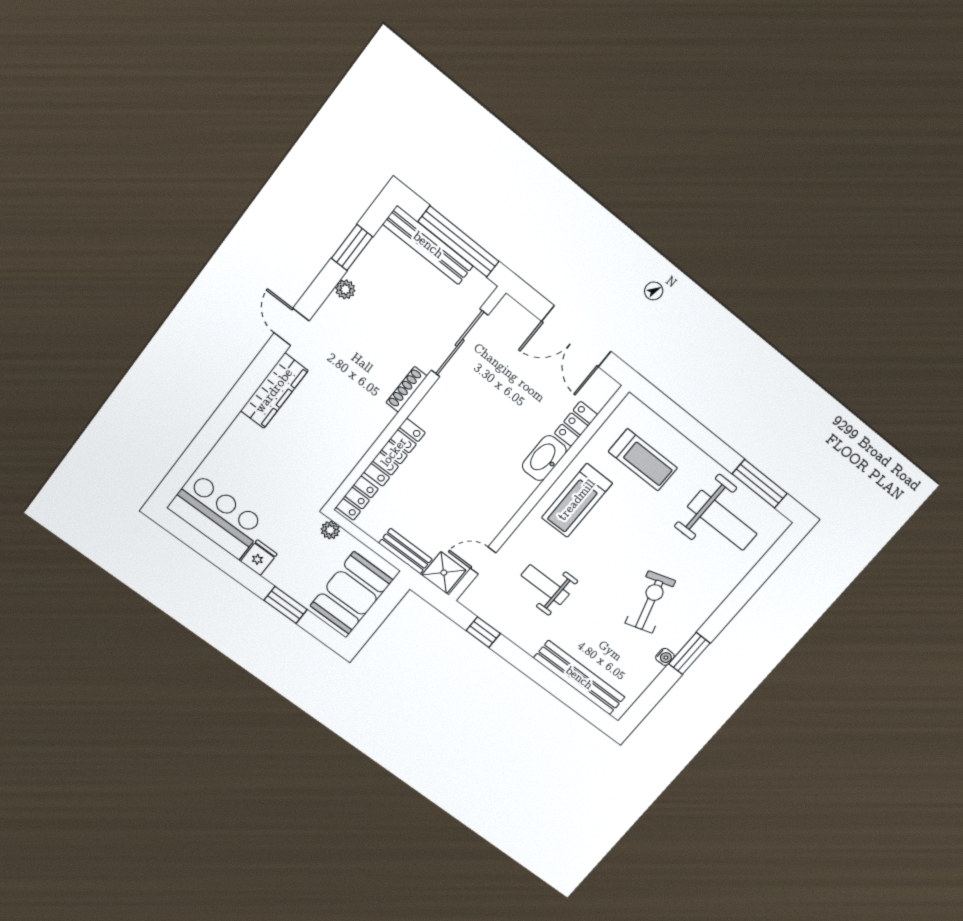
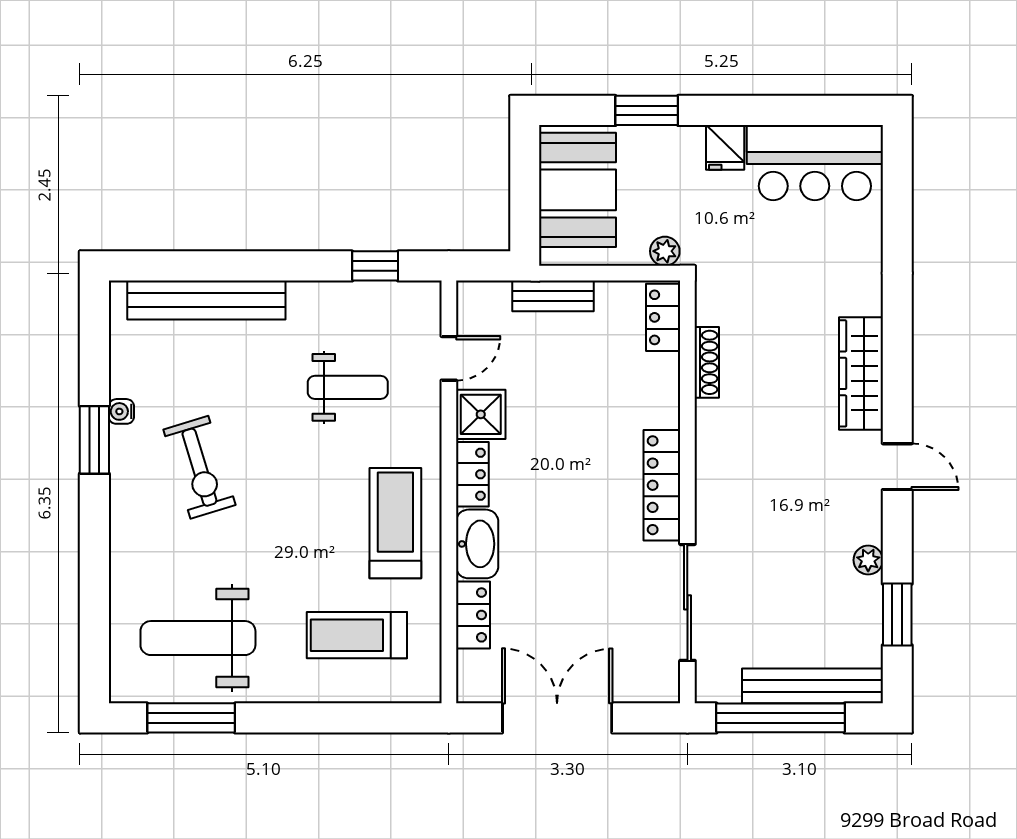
shoe rack: (407, 389) -> (707, 362), moved
locker: (394, 452) -> (662, 485), moved
locker: (518, 495) -> (472, 474), added
shower: (444, 573) -> (481, 414), moved

